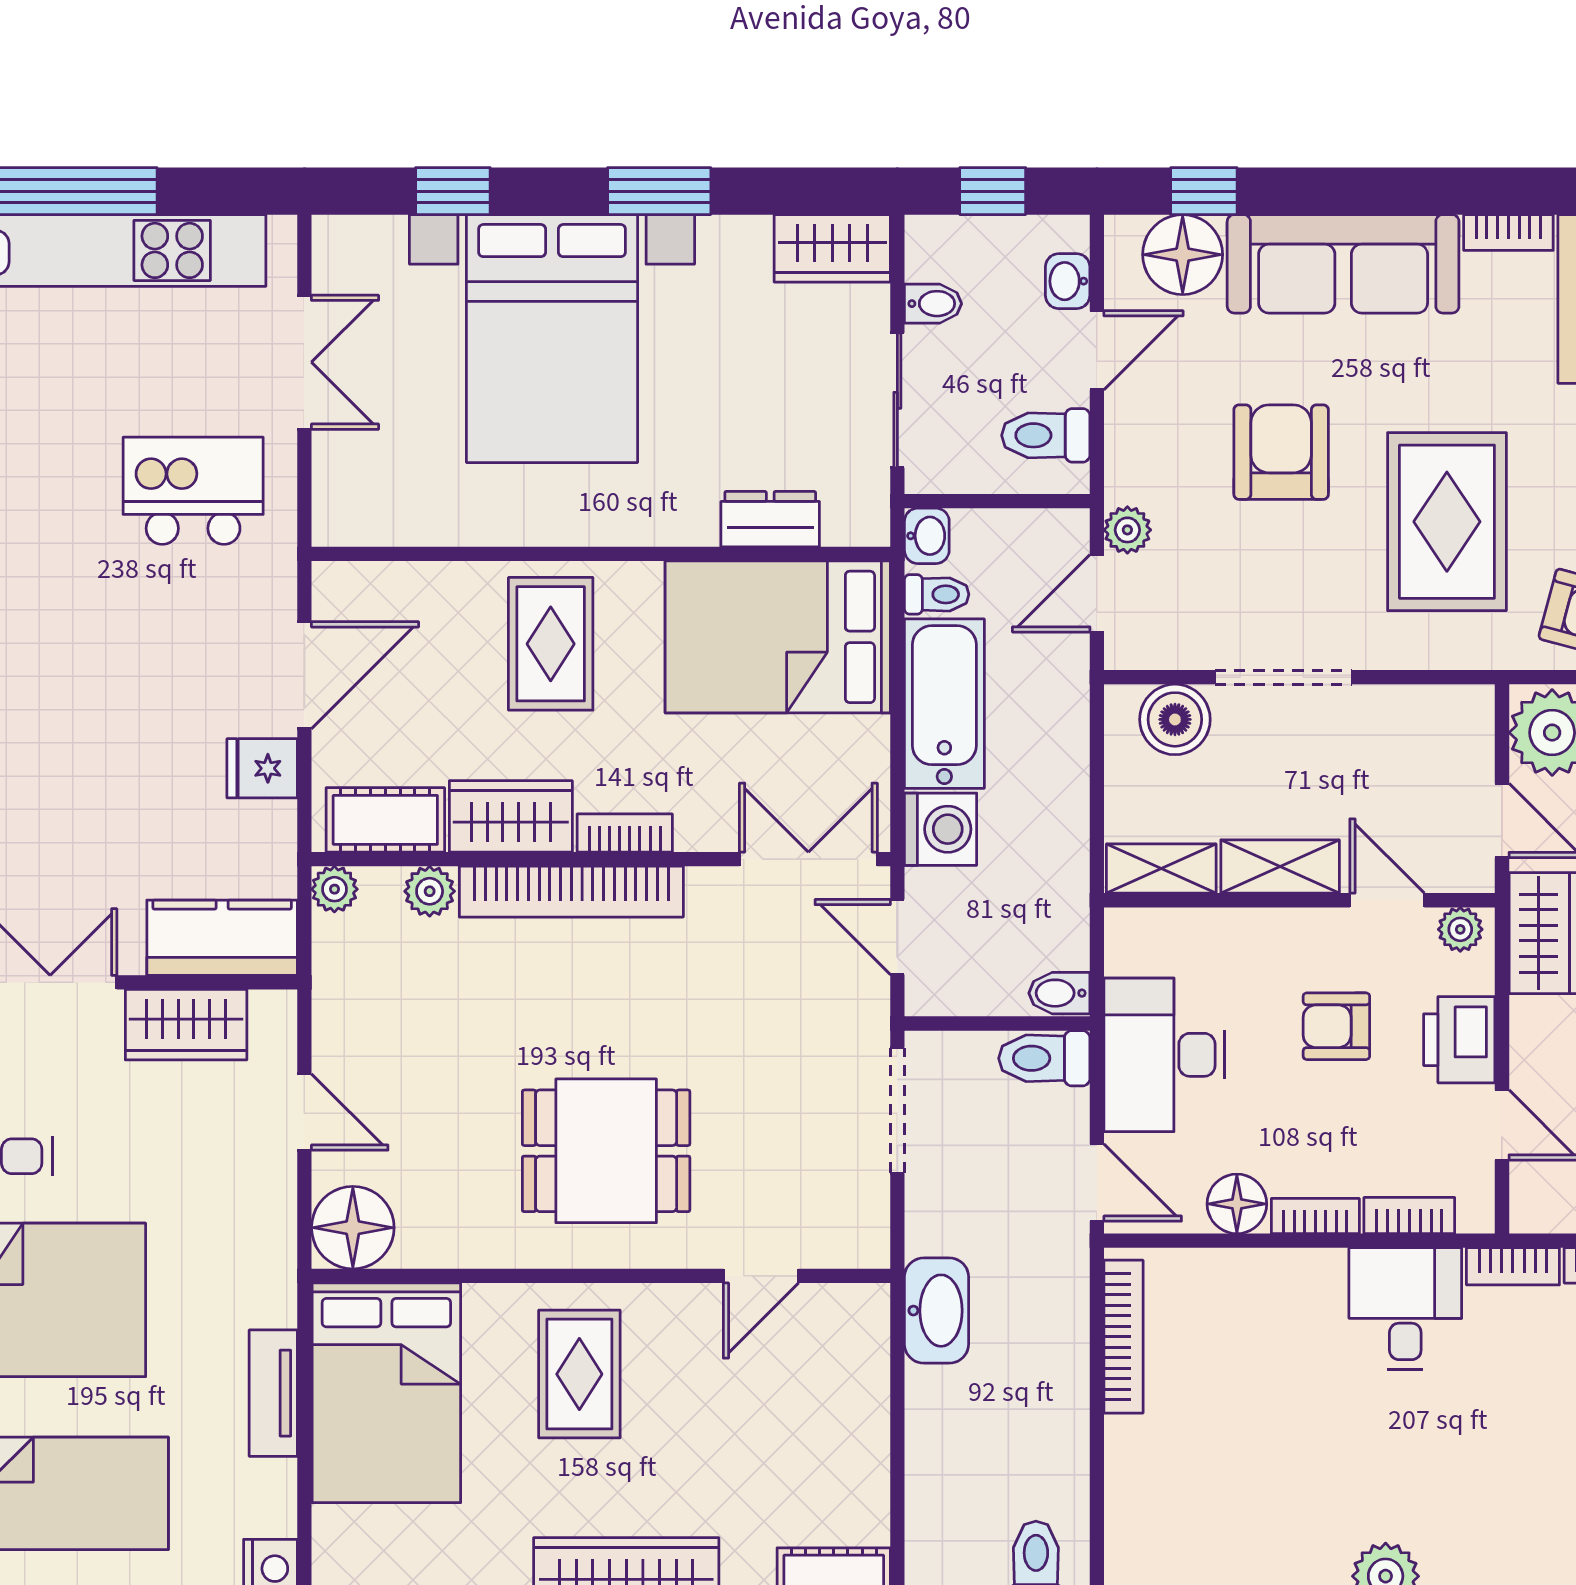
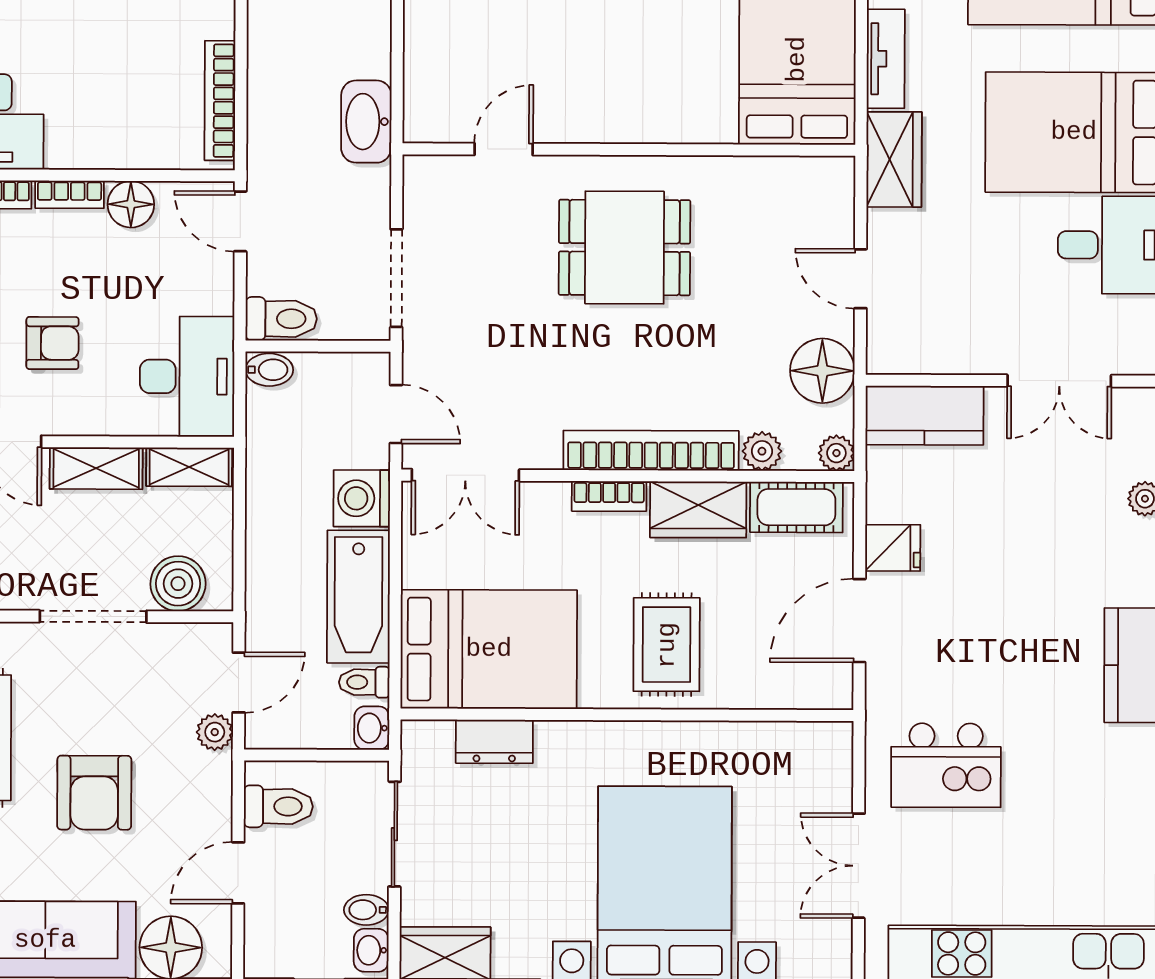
washbasin: (1068, 281) -> (371, 950), moved, turned 180
wardrobe: (186, 1025) -> (894, 159), moved, turned 90
desk: (1164, 1055) -> (187, 376), moved
floor lamp: (353, 1228) -> (822, 371), moved
rug: (579, 1374) -> (646, 73), removed

